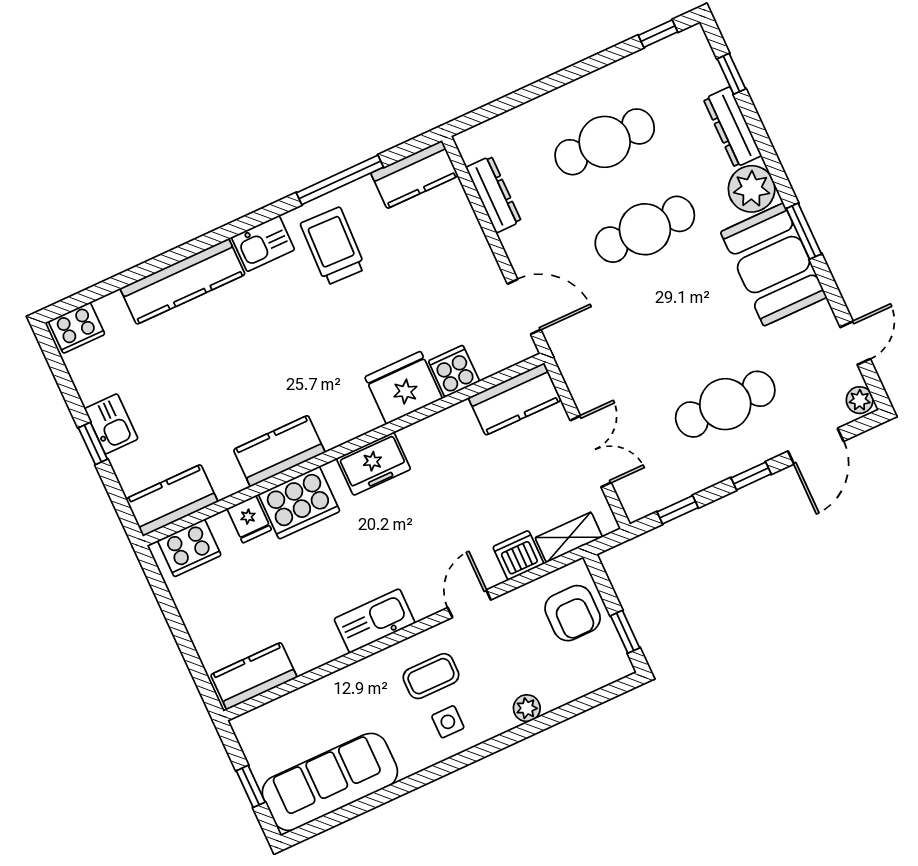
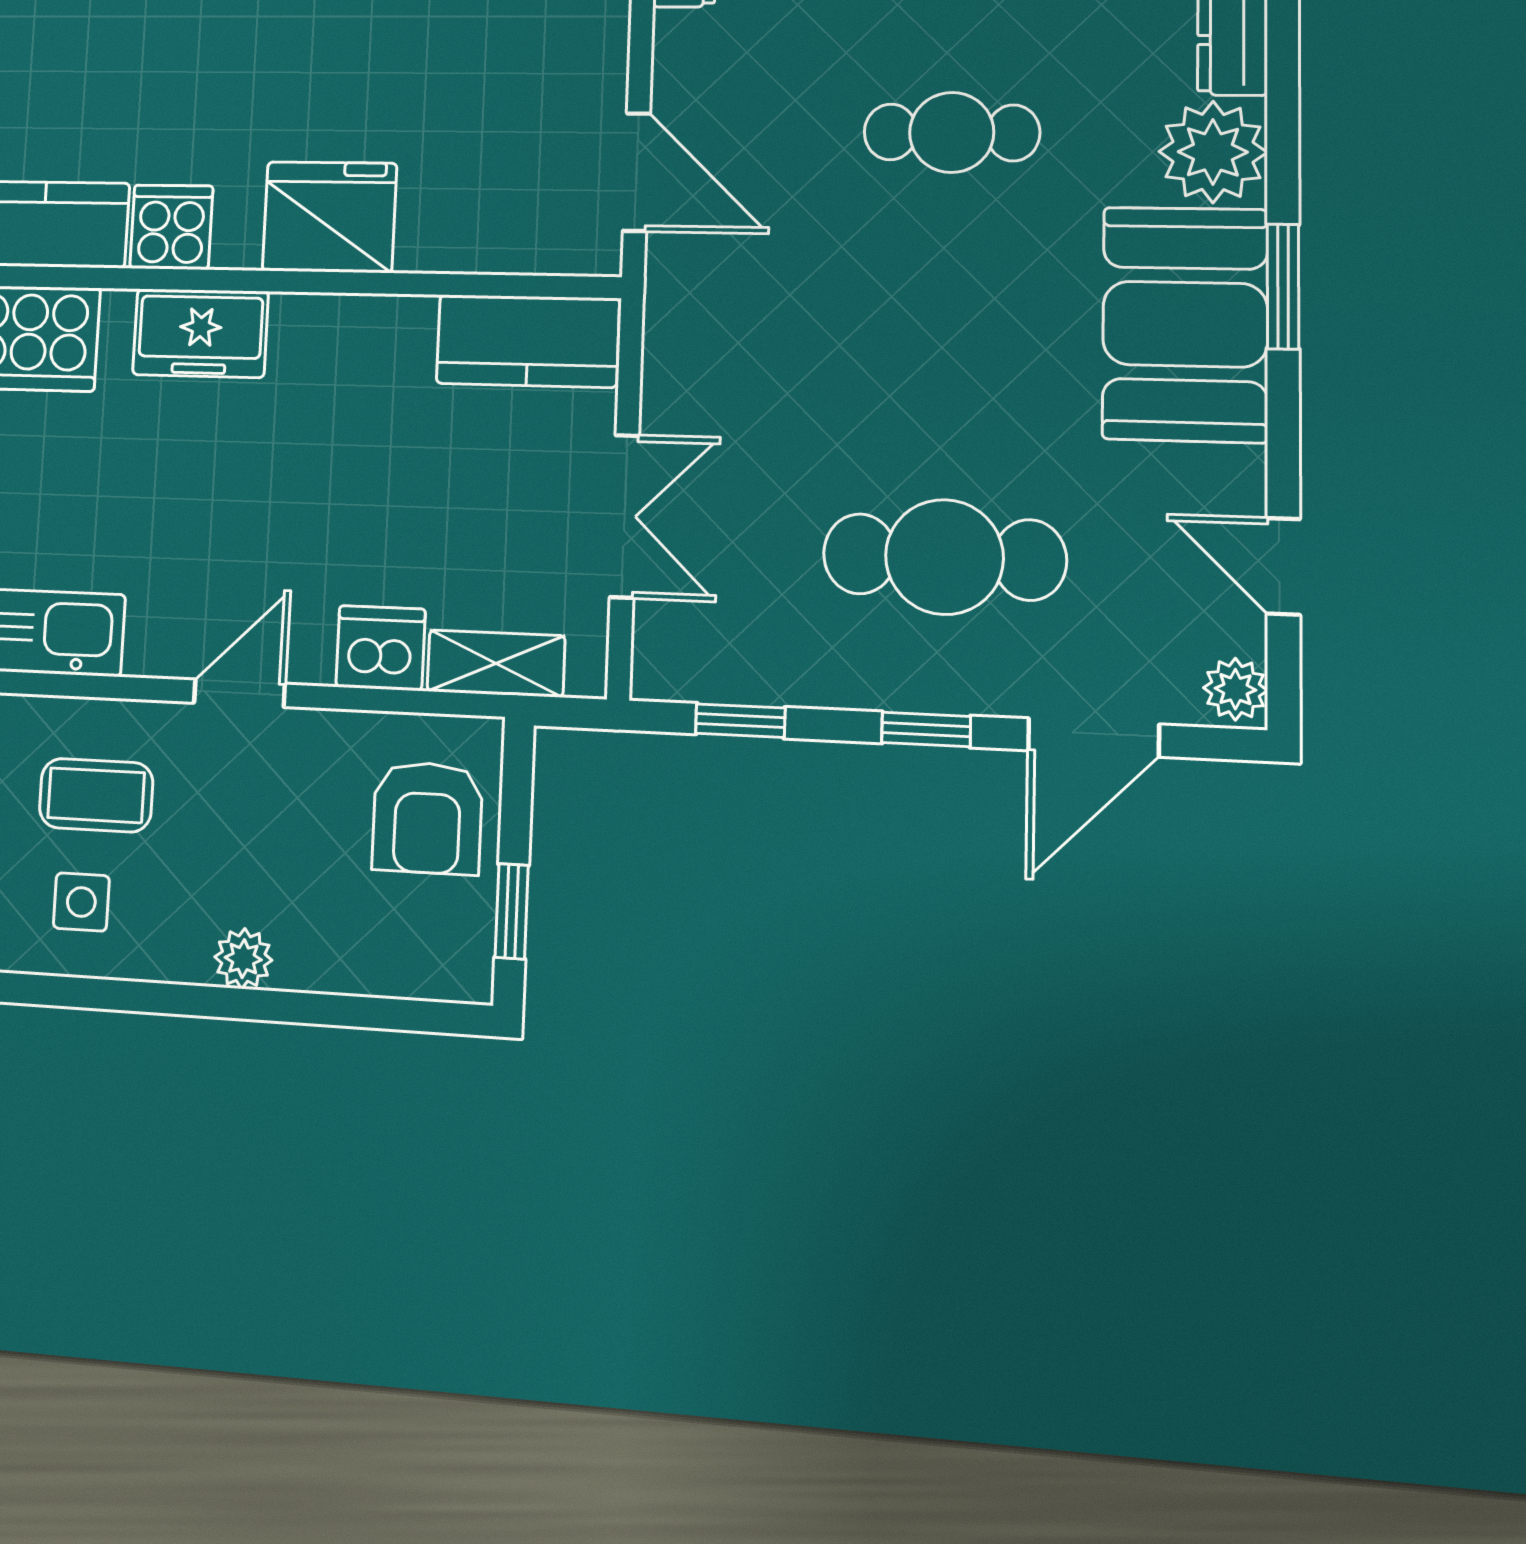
cafe table: (645, 229) -> (952, 132), width x0.73, depth x0.74
door: (855, 343) -> (1283, 566), swing flipped
cooker: (454, 371) -> (171, 227), moved

